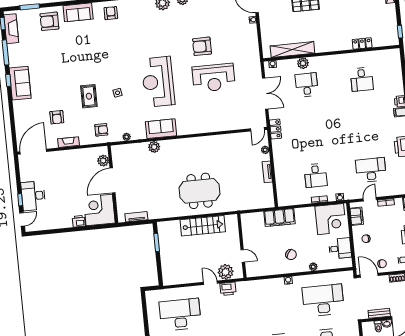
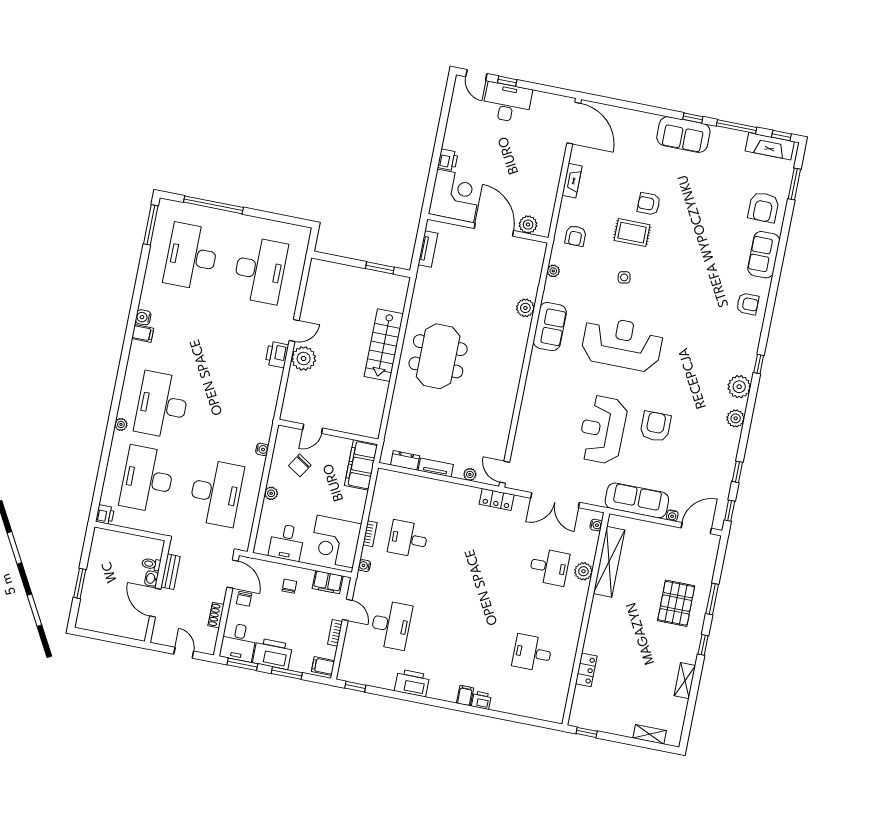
armchair: (49, 21) -> (763, 207), turned 180
sofa: (250, 44) -> (637, 500), added
armchair: (57, 117) -> (649, 204), moved
dresser: (269, 192) -> (405, 460), added
wall: (242, 246) -> (328, 432), moved
door: (243, 256) -> (313, 429), moved
door: (369, 275) -> (233, 574), hinge flipped

